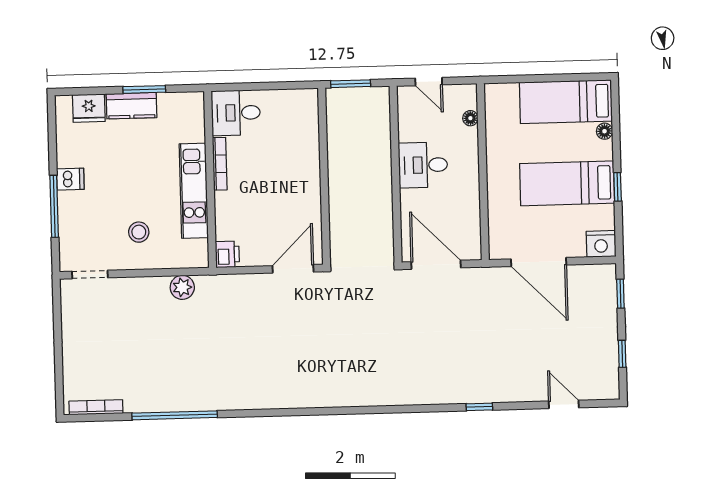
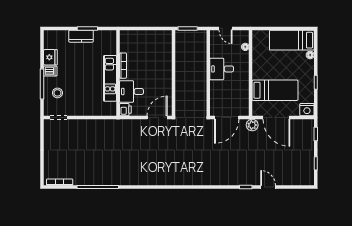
fridge: (89, 108) -> (50, 57), moved, turned -90
desk: (236, 113) -> (132, 92), moved
bed: (567, 183) -> (275, 90), moved, turned 180
stool: (139, 232) -> (57, 93), moved
door: (436, 265) -> (227, 118), swing flipped
plant: (182, 287) -> (252, 125), moved
door: (564, 404) -> (268, 187), moved

